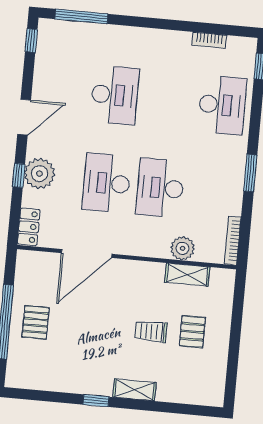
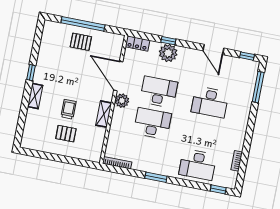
door: (24, 117) -> (213, 49), moved
plant: (183, 248) -> (122, 101), moved
shelving: (187, 275) -> (104, 114), moved

